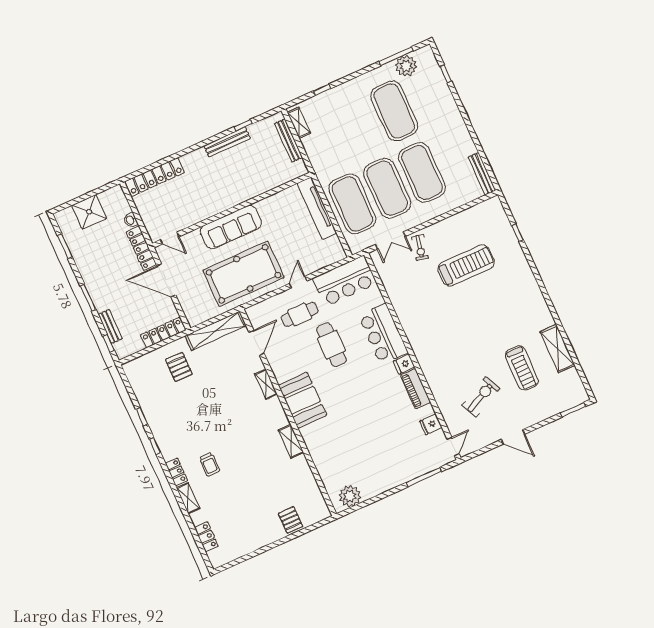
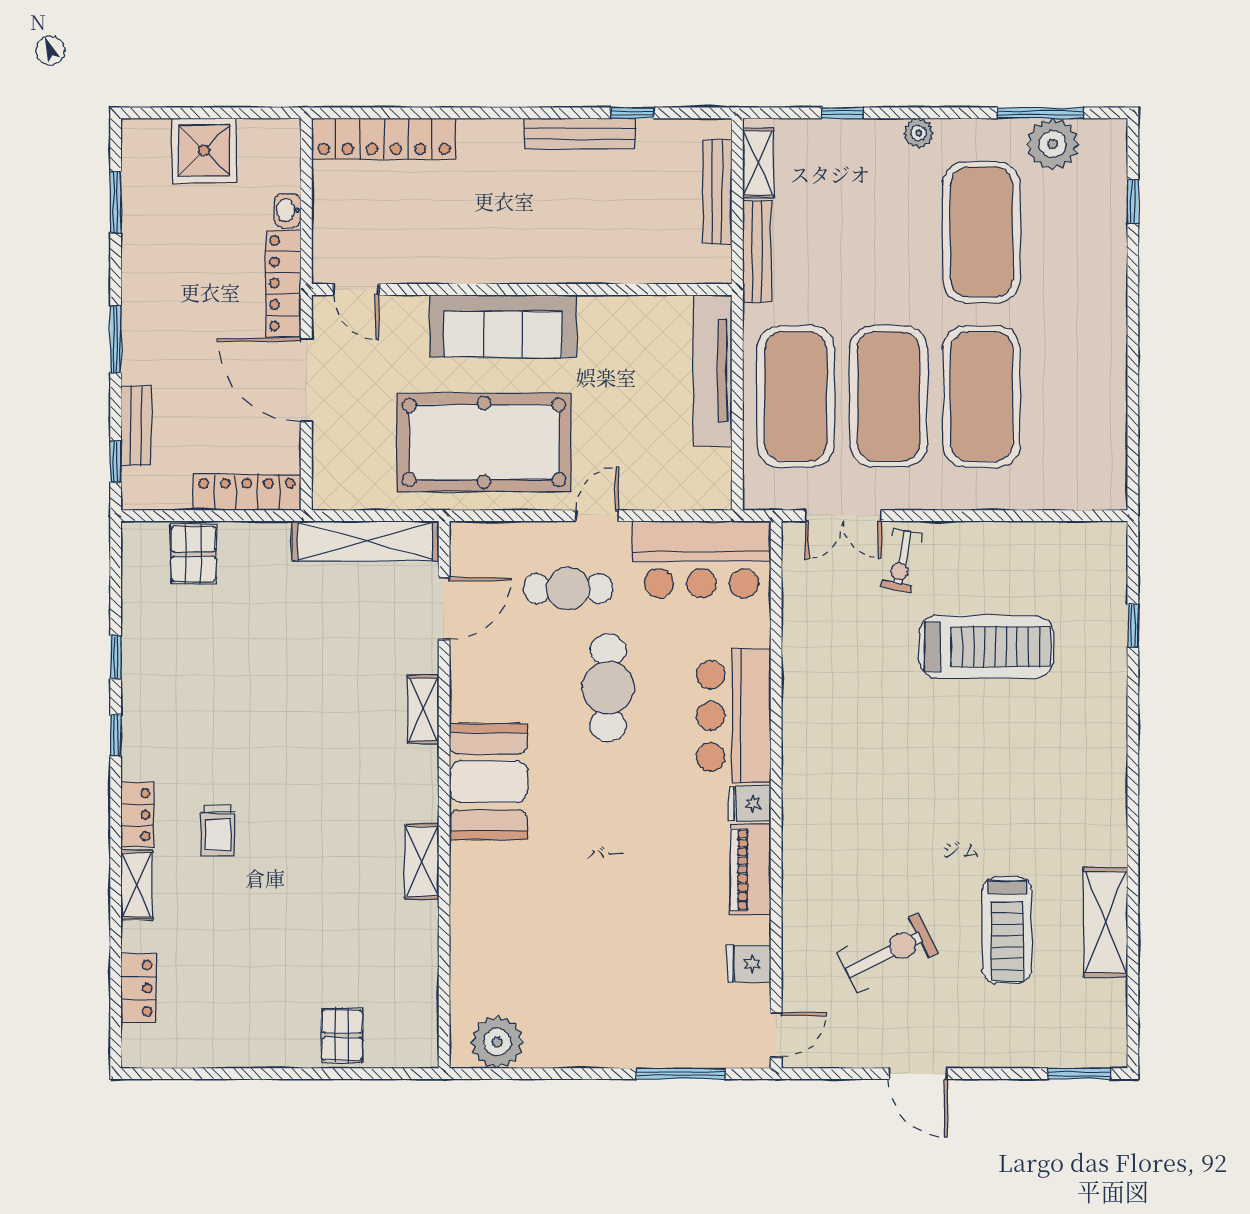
plant: (354, 84) -> (919, 133), added
bench: (482, 174) -> (757, 252), moved
pallet: (179, 367) -> (193, 554), moved

